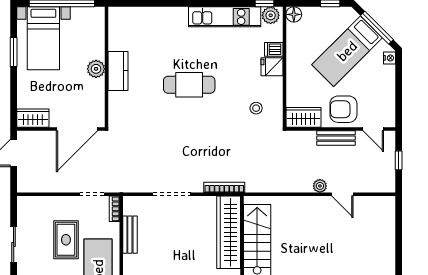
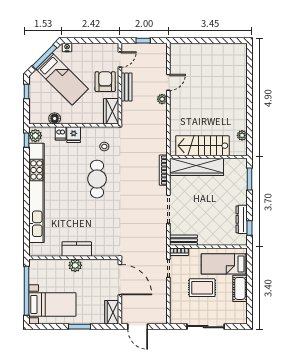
floor lamp: (294, 14) -> (55, 118), moved
kitchen unit: (225, 17) -> (37, 193), width x1.86
window: (14, 52) -> (79, 327), moved
cafe table: (189, 85) -> (97, 179), moved
armchair: (343, 109) -> (105, 82), turned 180
bench: (130, 235) -> (183, 240), moved
sliding door: (14, 245) -> (206, 327), width x1.37

